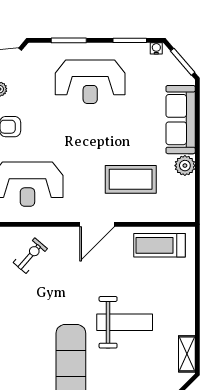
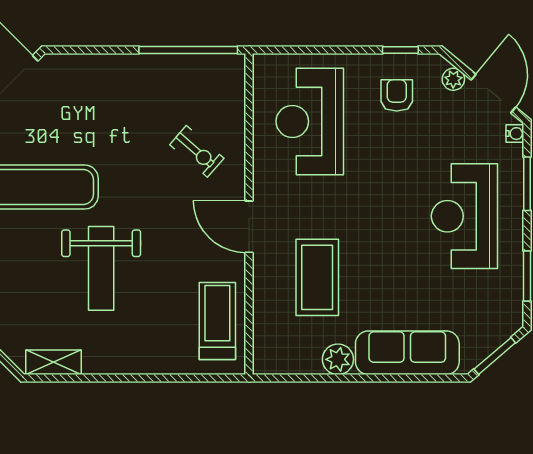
water cooler: (156, 48) -> (515, 134), moved
exercise bike: (30, 256) -> (197, 151), moved

